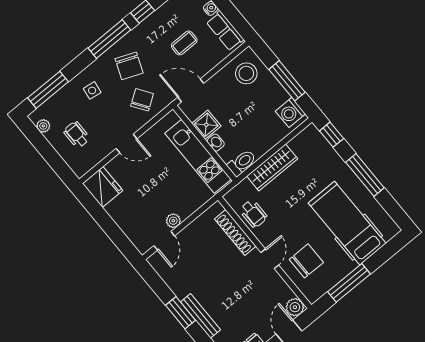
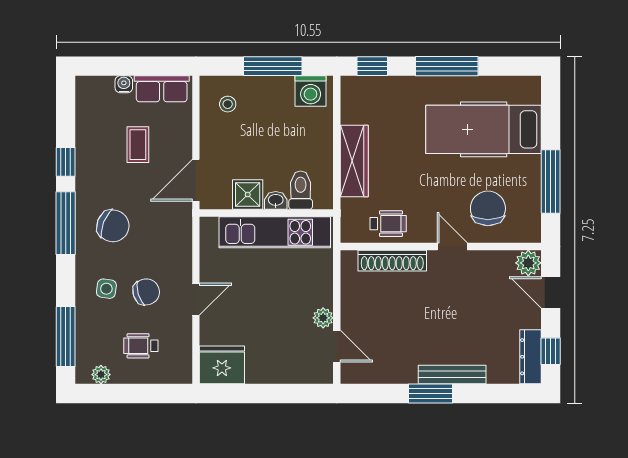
stool: (246, 73) -> (228, 104), width x0.53, depth x0.53
chair: (142, 100) -> (146, 292), moved, turned 107
toilet: (242, 163) -> (301, 190), moved

